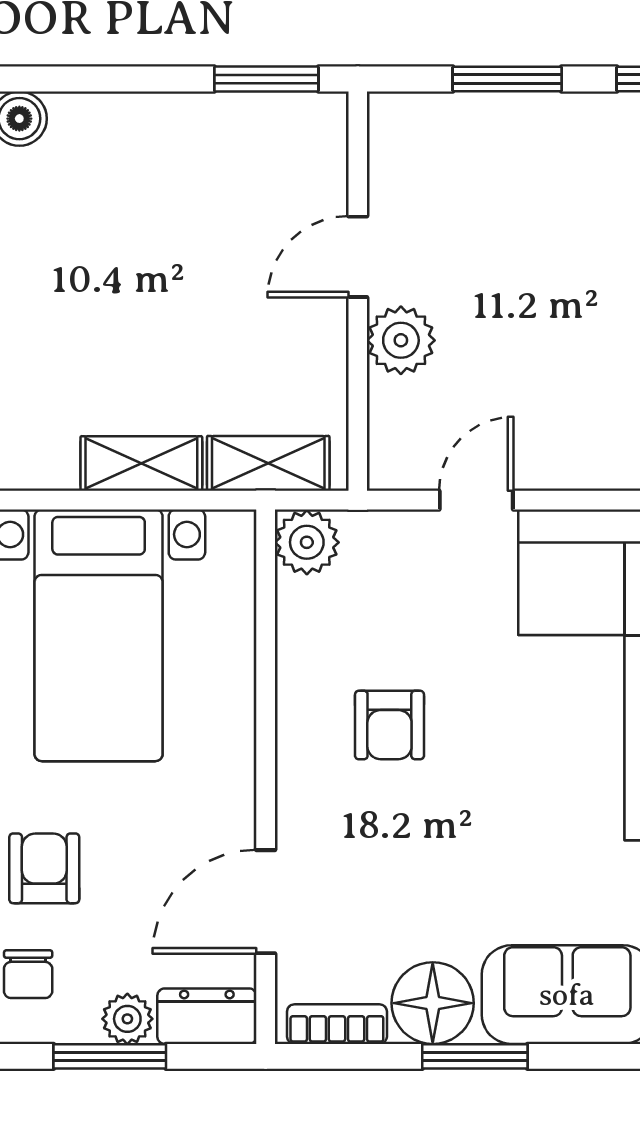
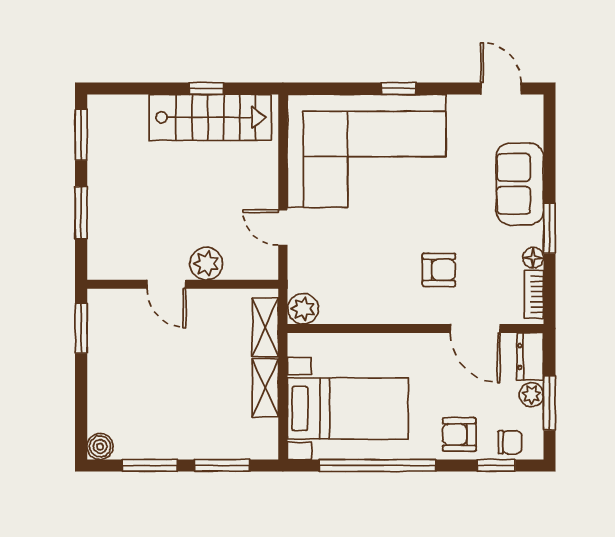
armchair: (389, 725) -> (439, 270), moved
floor lamp: (433, 1003) -> (533, 258), width x0.53, depth x0.53

